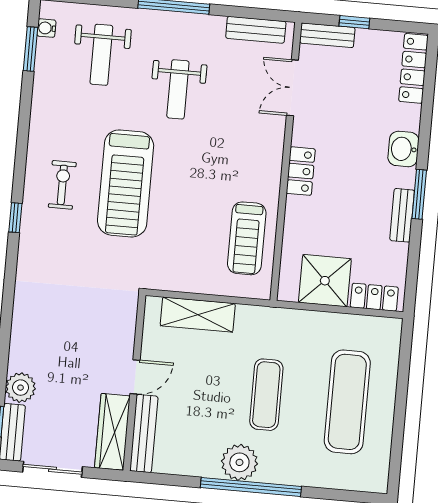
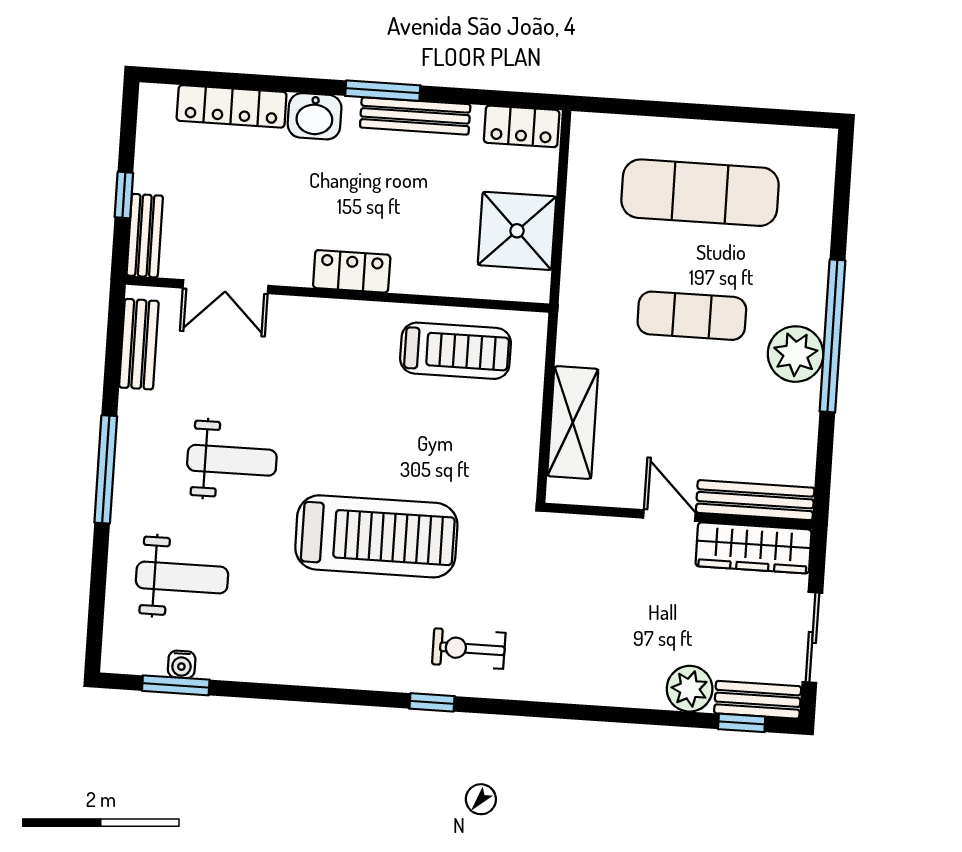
water cooler: (46, 28) -> (182, 664), moved
locker: (413, 68) -> (232, 106), moved
exercise bike: (62, 185) -> (469, 649), moved
bench: (402, 215) -> (415, 116), width x1.36
locker: (374, 297) -> (522, 126), moved, turned -90

